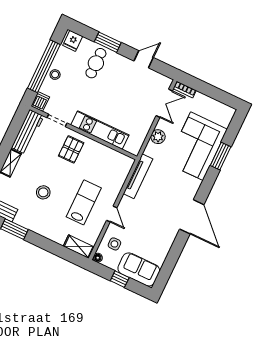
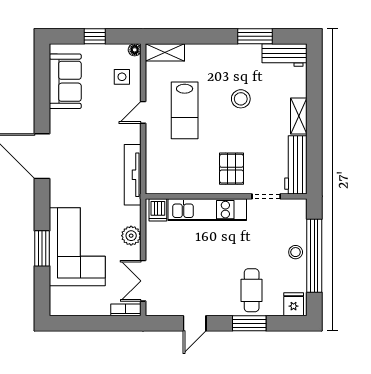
dishwasher: (40, 101) -> (158, 210), moved
door: (112, 214) -> (143, 112), hinge flipped
sofa: (139, 269) -> (65, 81), moved, turned -90

